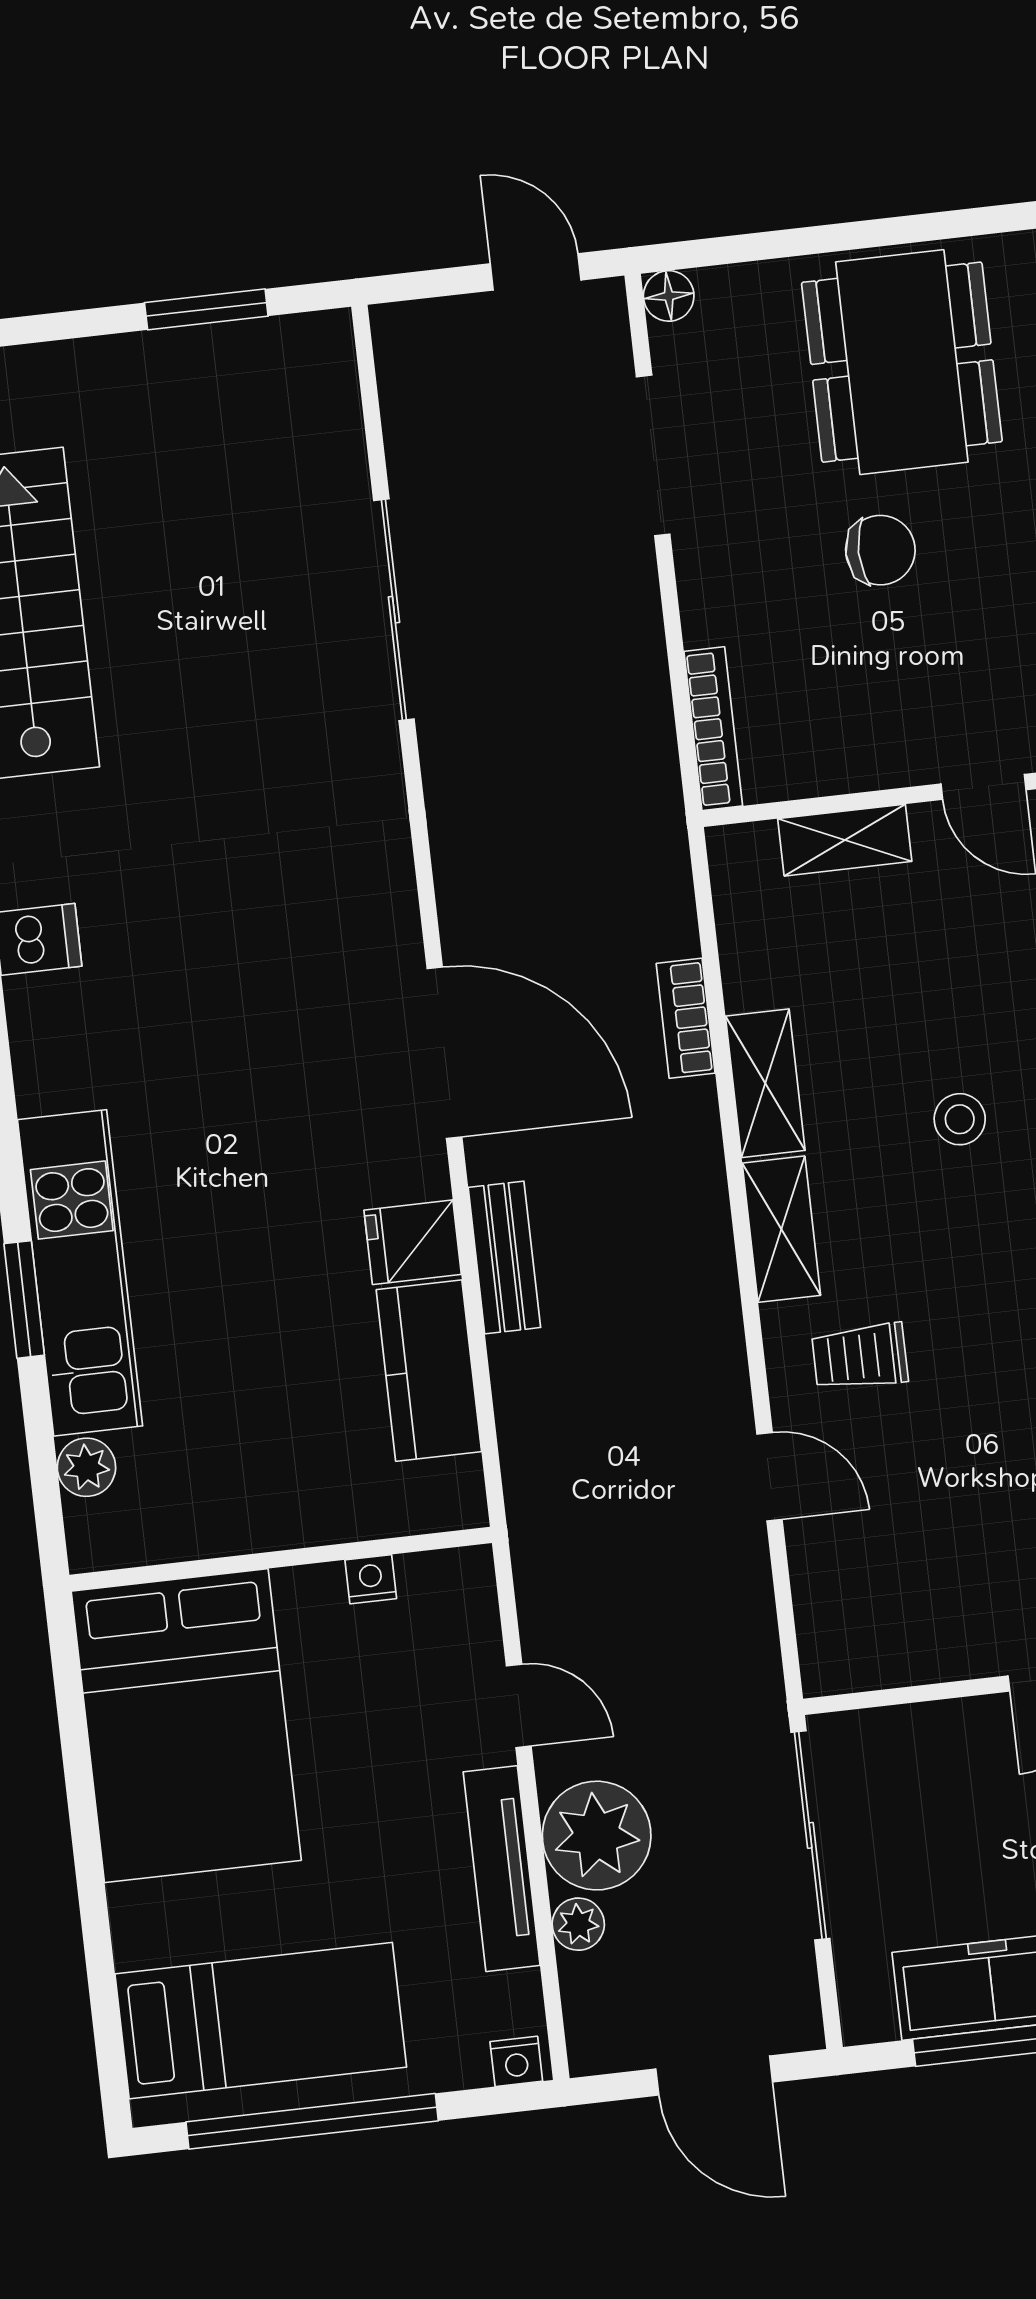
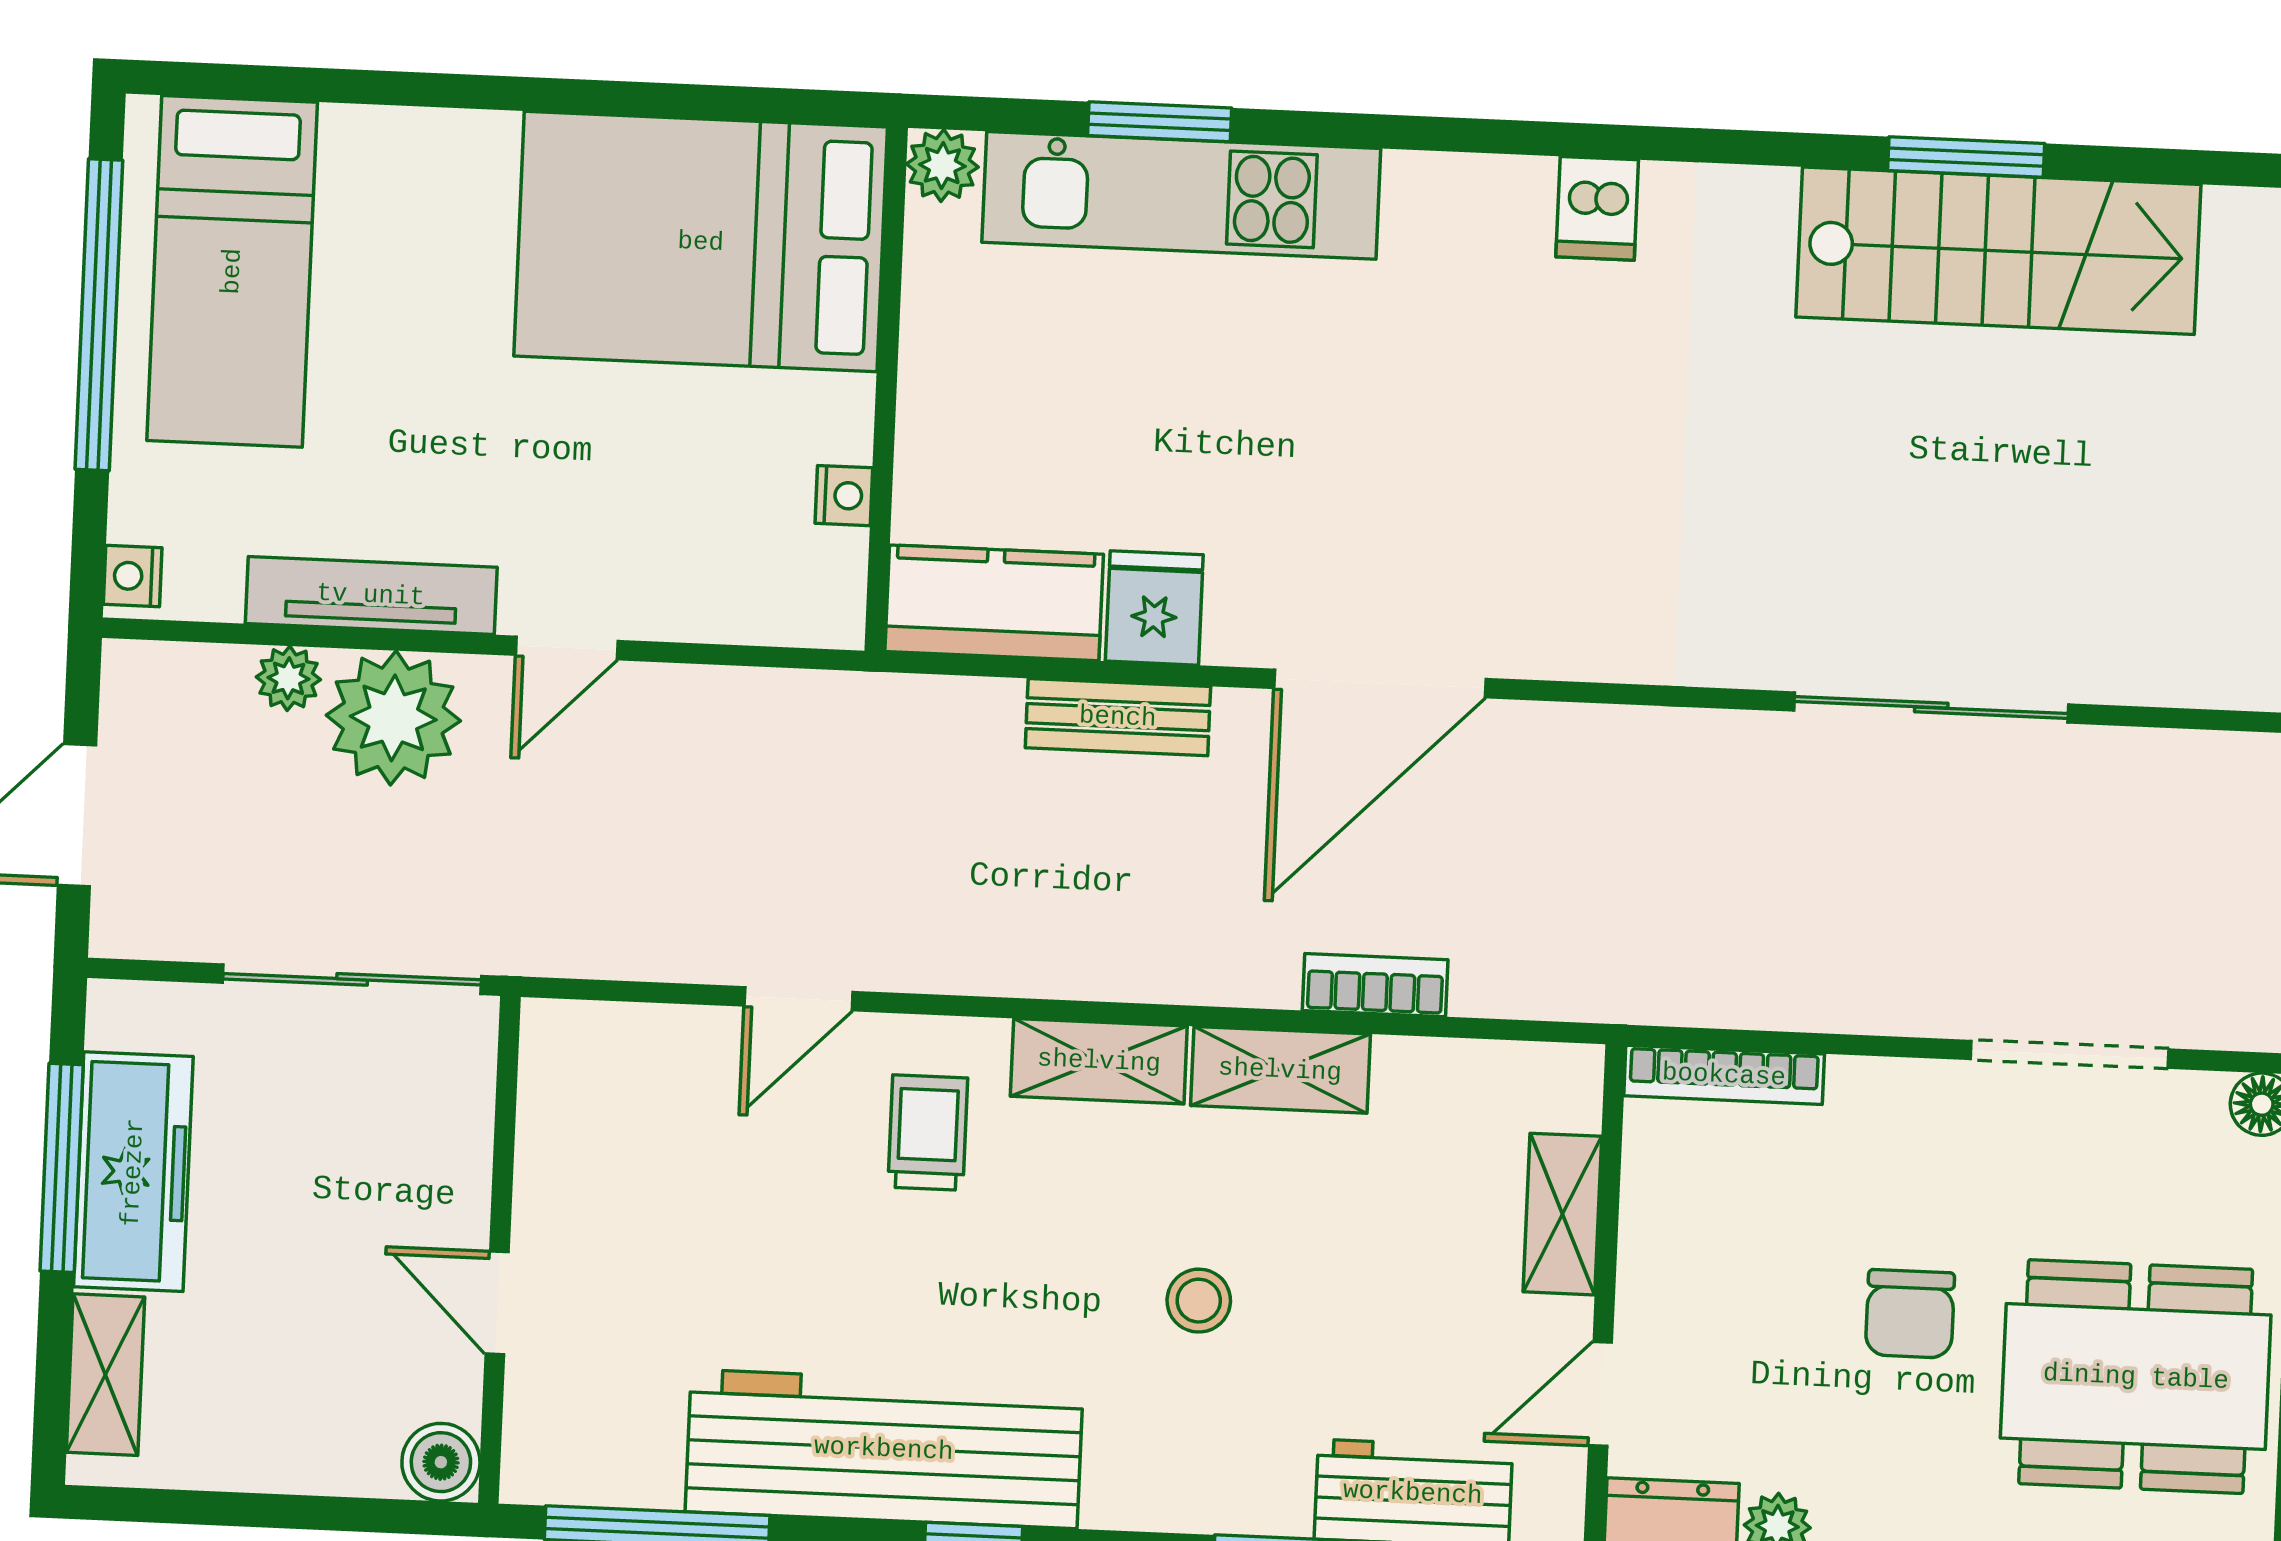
wall: (281, 1559) -> (886, 389), moved
nightstand: (371, 1579) -> (844, 496), moved
bed: (186, 1726) -> (701, 242), moved

